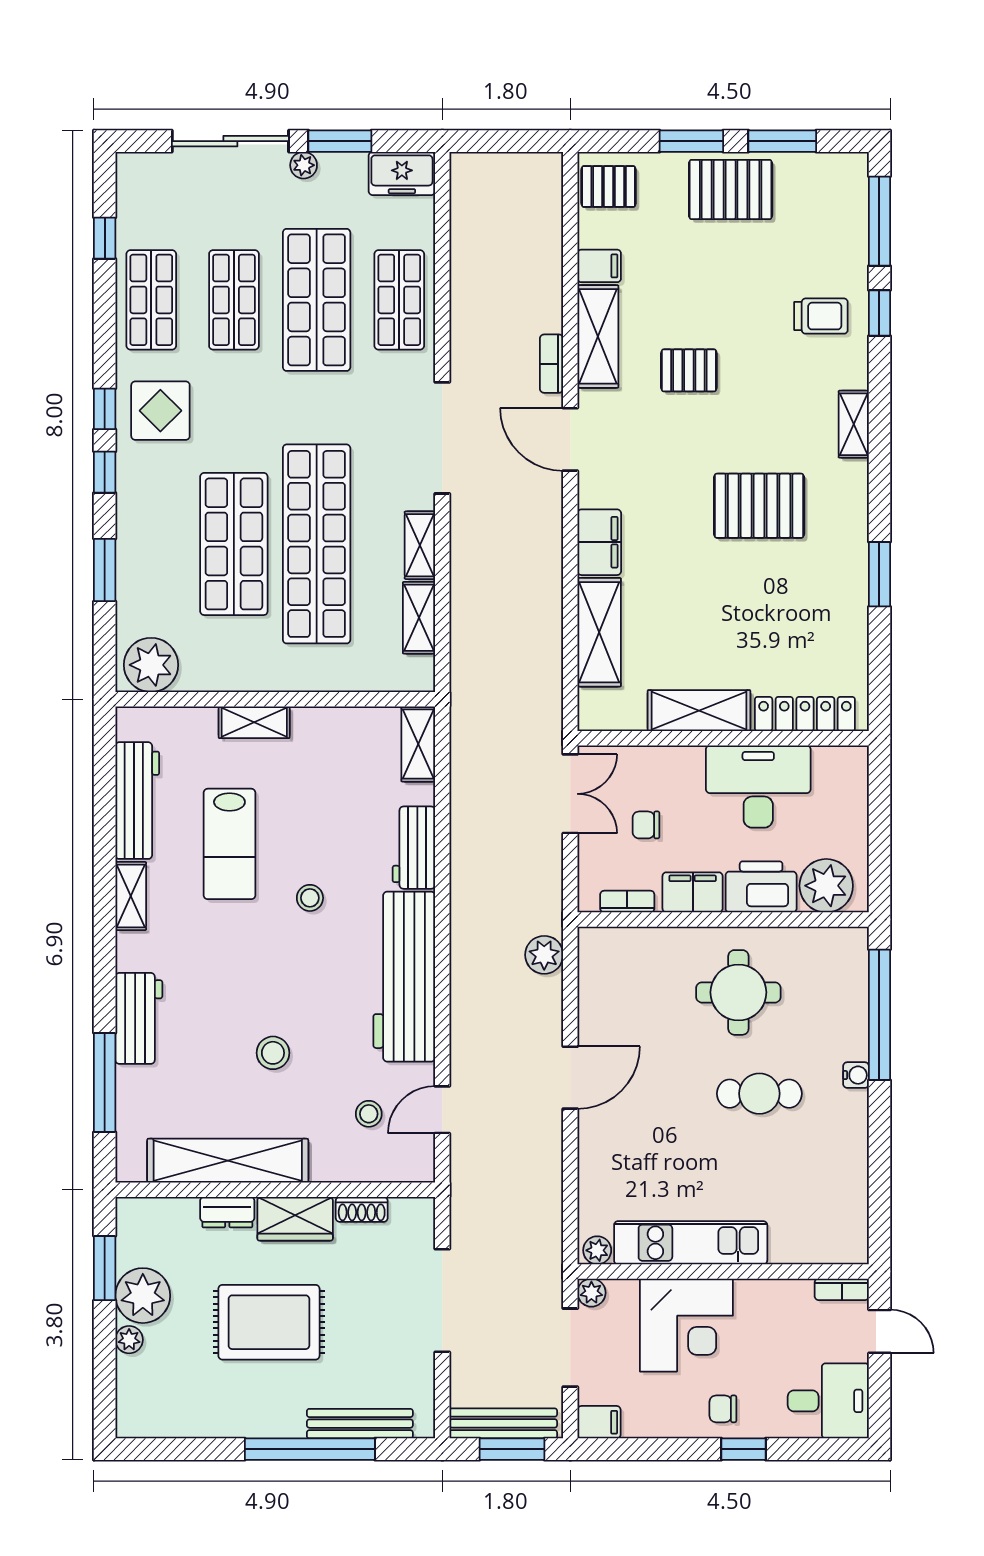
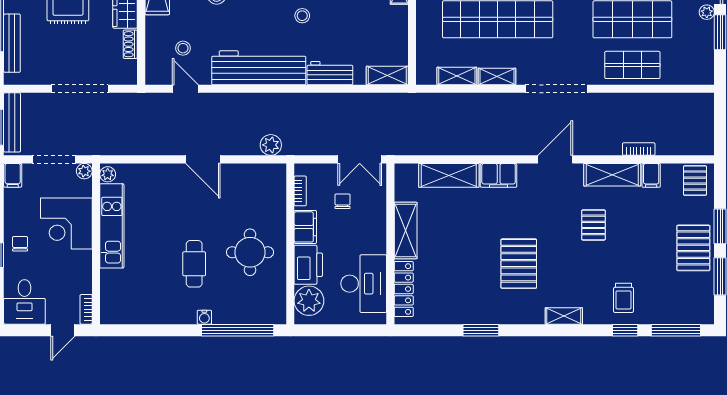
freezer: (402, 173) -> (702, 66), removed
bookcase: (551, 364) -> (639, 149), moved
desk: (758, 787) -> (364, 284), moved

